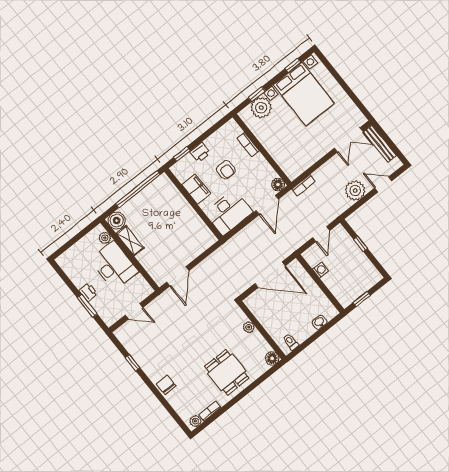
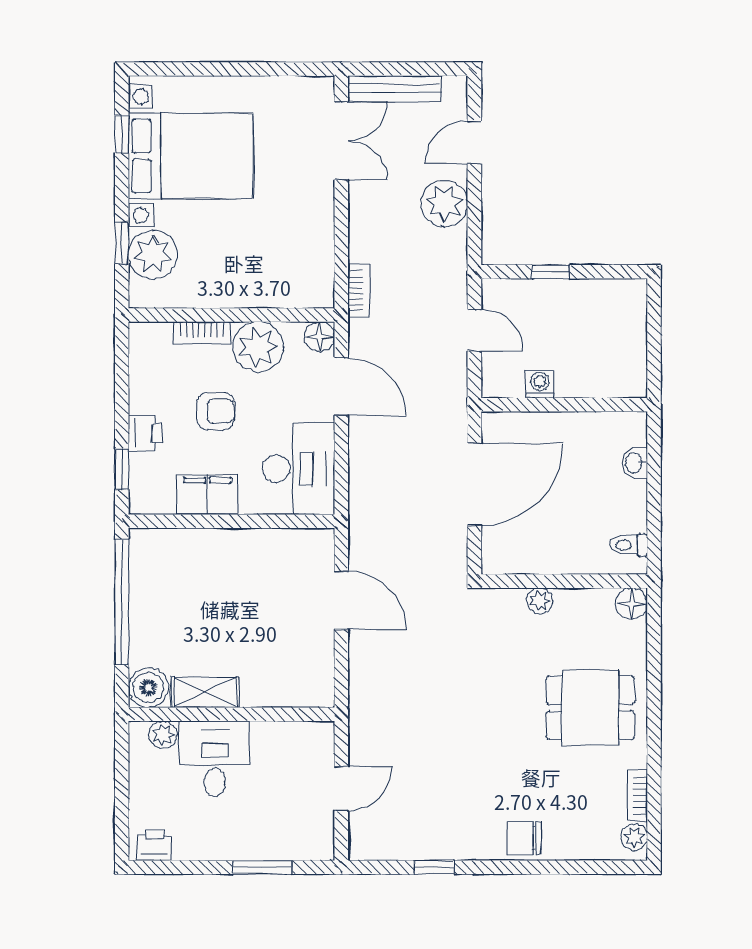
plant: (258, 167) -> (258, 347), added
desk: (114, 266) -> (215, 759), width x0.73
door: (178, 276) -> (341, 600), moved
printer: (89, 292) -> (154, 845), moved
window: (362, 299) -> (654, 351), removed

